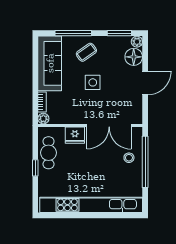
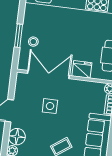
side table: (93, 82) -> (50, 106), moved
window: (145, 162) -> (19, 36), width x0.47

